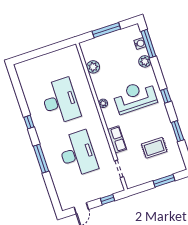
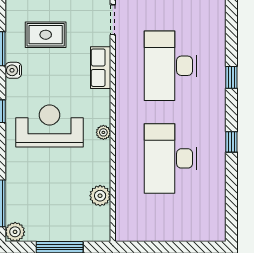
water cooler: (140, 43) -> (13, 70), moved
plant: (145, 61) -> (15, 232), moved
reception desk: (135, 97) -> (49, 126), turned 180
window: (41, 159) -> (231, 77), width x0.46

